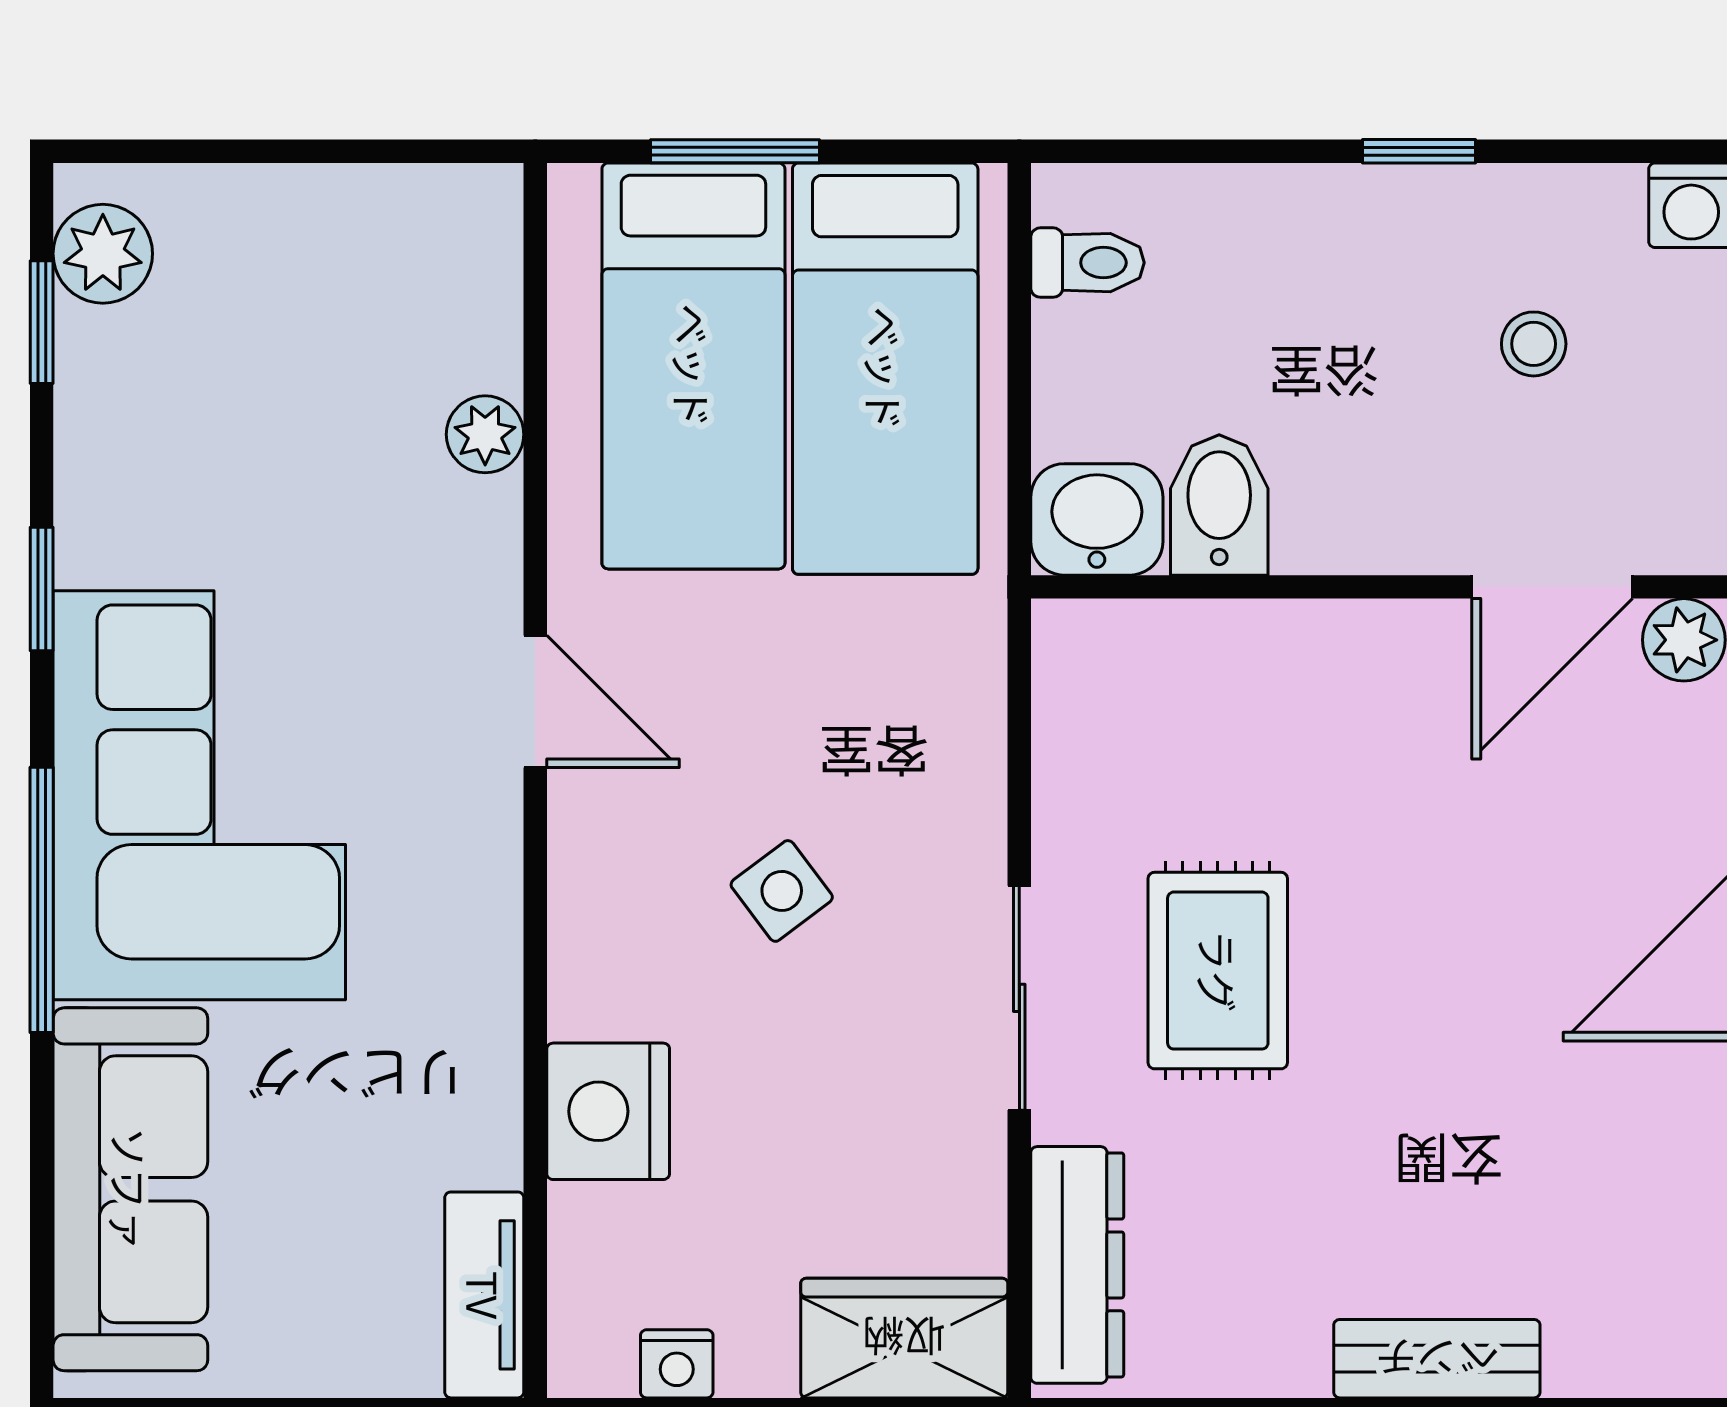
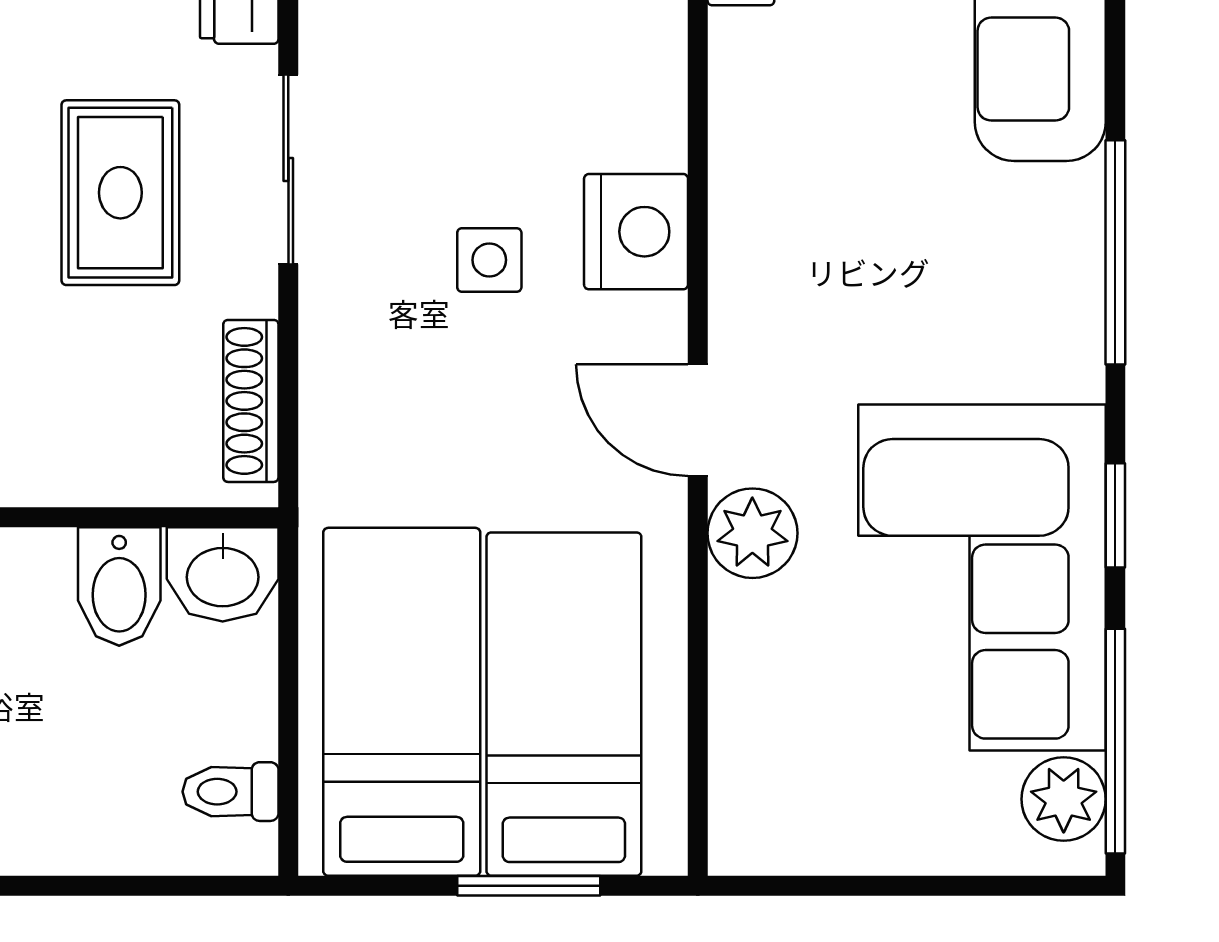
window: (42, 322) -> (1115, 741), width x2.17
plant: (485, 434) -> (752, 533), moved, width x1.38, depth x1.38
shoe rack: (1063, 724) -> (251, 401), added
corner sofa: (199, 795) -> (982, 577), moved
side table: (782, 891) -> (489, 260), turned 37
nightstand: (608, 1111) -> (636, 232), moved

